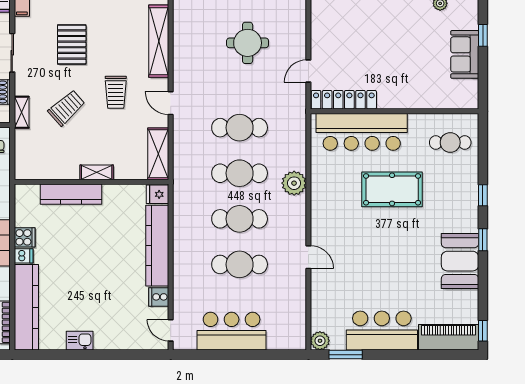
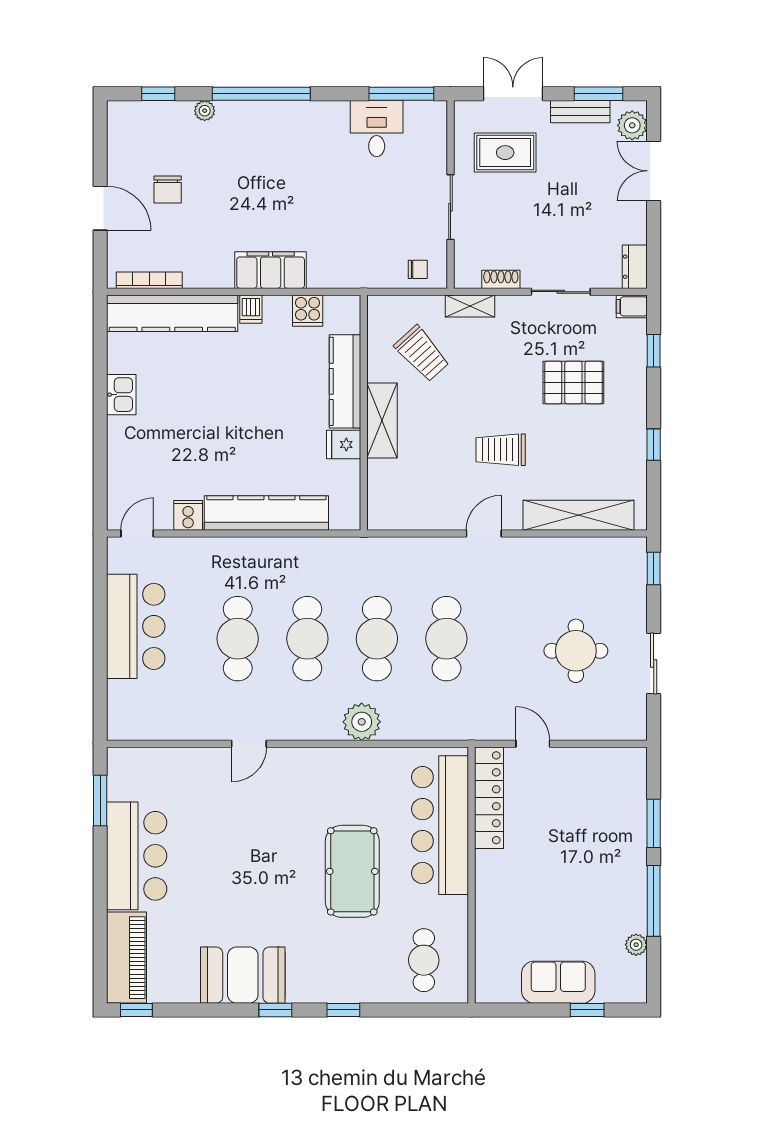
trolley: (66, 108) -> (422, 354), moved
shelving: (158, 154) -> (407, 514), removed
shelving: (97, 172) -> (382, 420), width x1.50, depth x1.33
fridge: (157, 194) -> (344, 445), moved, turned -90
cooker: (25, 237) -> (308, 311), moved
plant: (320, 341) -> (121, 761), removed

